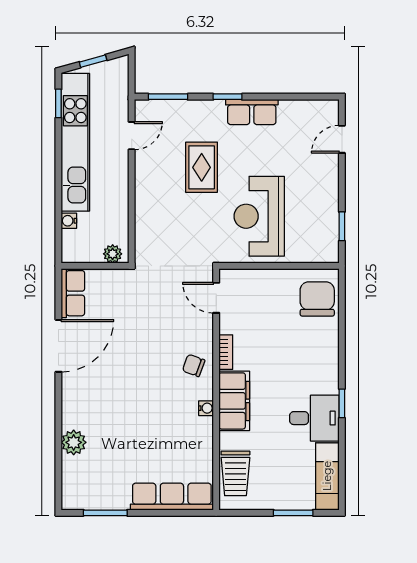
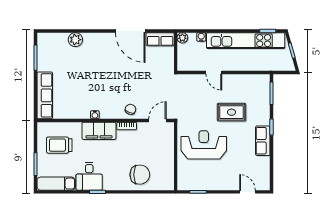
door: (132, 136) -> (214, 72), moved
plant: (113, 254) -> (182, 38), moved
chair: (317, 299) -> (140, 175), moved
chair: (194, 365) -> (130, 109), moved
trolley: (235, 473) -> (59, 145), moved

